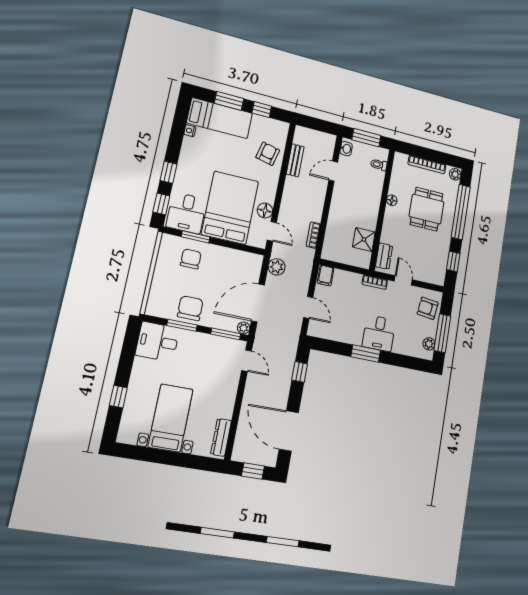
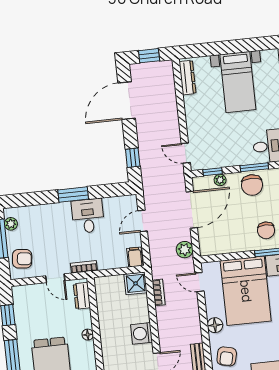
floor lamp: (392, 200) -> (88, 335), moved
washing machine: (340, 203) -> (141, 333), added
floor lamp: (265, 211) -> (215, 325), moved
shower: (364, 239) -> (136, 283), moved
door: (308, 307) -> (143, 221), hinge flipped
plant: (244, 328) -> (220, 180), moved
desk: (379, 333) -> (88, 216), moved
window: (226, 334) -> (213, 172), width x0.67
door: (289, 431) -> (127, 101), swing flipped

